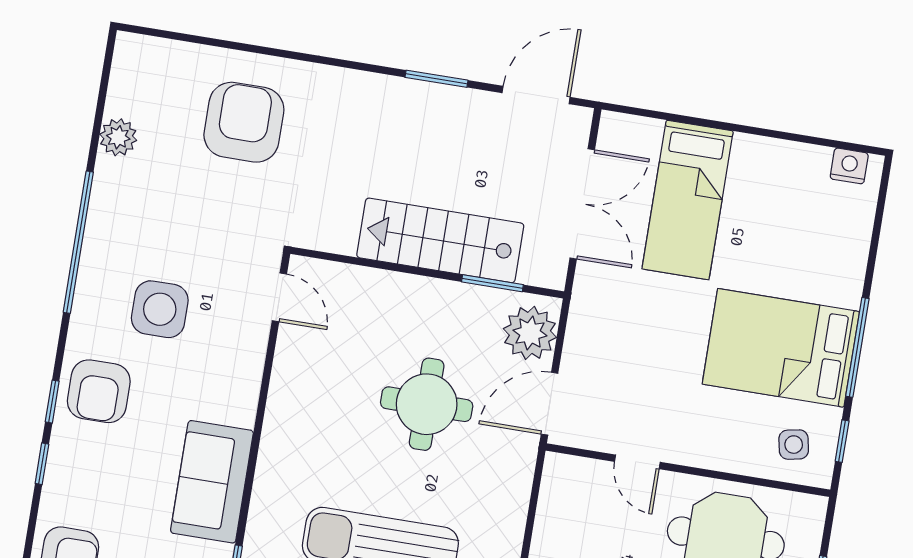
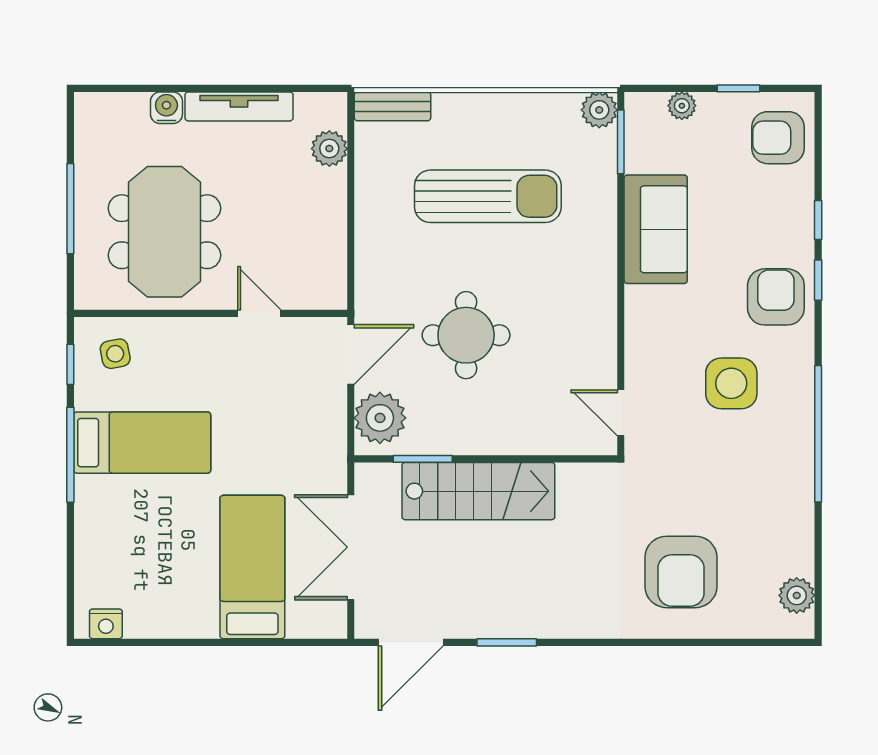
plant: (118, 137) -> (797, 595), moved
bed: (781, 348) -> (142, 443), width x0.67

